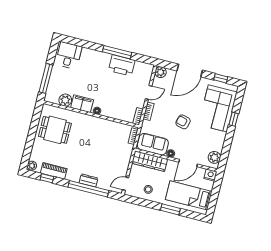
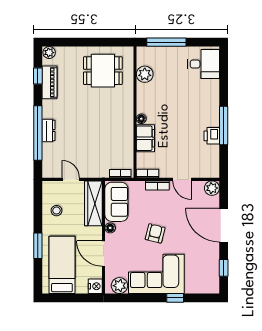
printer: (122, 65) -> (212, 136), width x0.53, depth x0.68
filing cabinet: (82, 104) -> (145, 138), moved
corner sofa: (218, 108) -> (156, 274), moved
dining table: (55, 130) -> (103, 71), turned 90
door: (125, 184) -> (71, 179), moved

